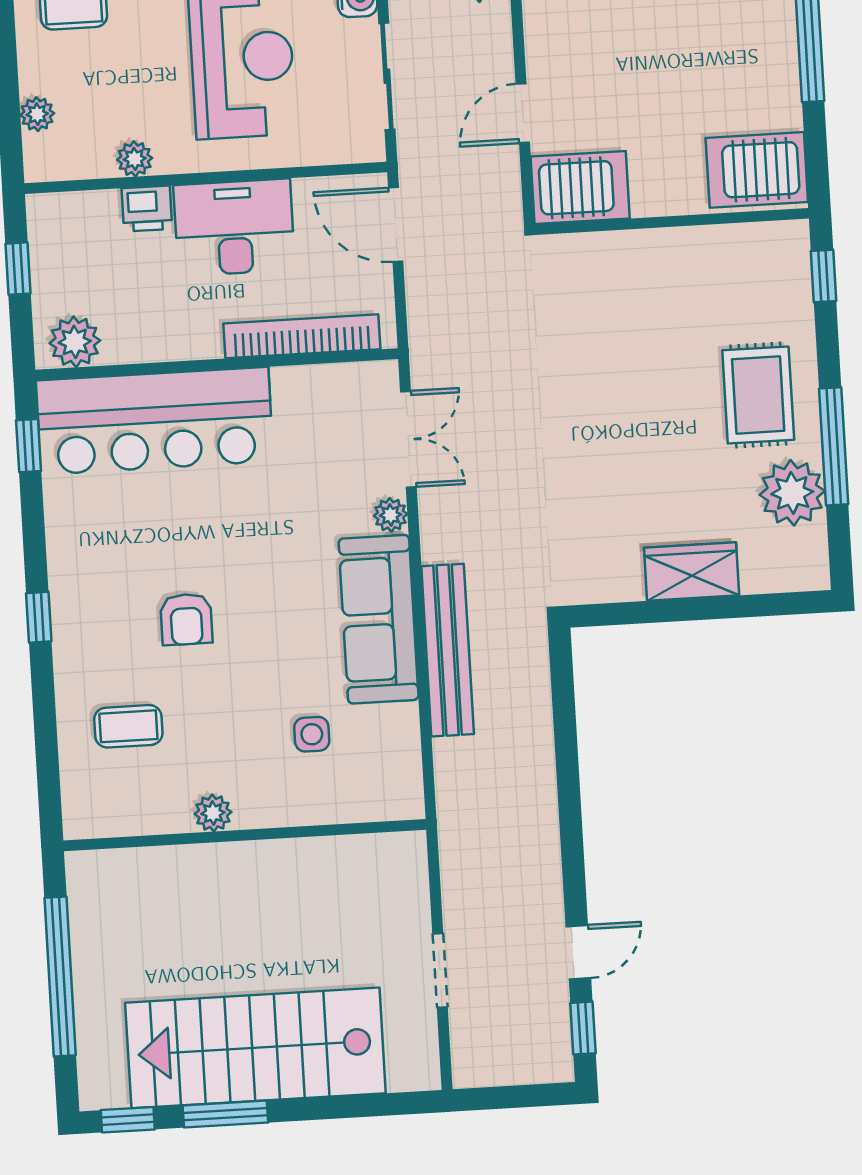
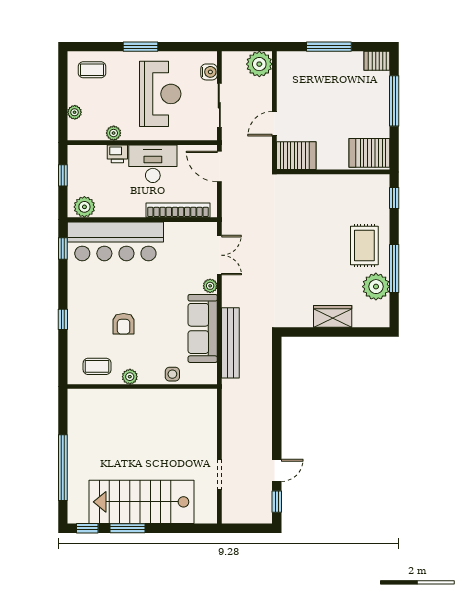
plant: (213, 813) -> (130, 377), moved
wall: (245, 835) -> (142, 387), moved

